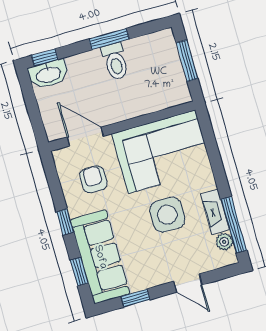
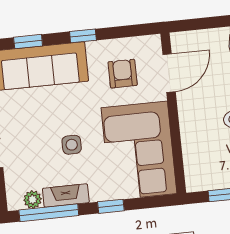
window: (218, 168) -> (111, 206), added
armchair: (93, 179) -> (123, 74), turned -90
side table: (167, 215) -> (72, 145), width x0.54, depth x0.54

